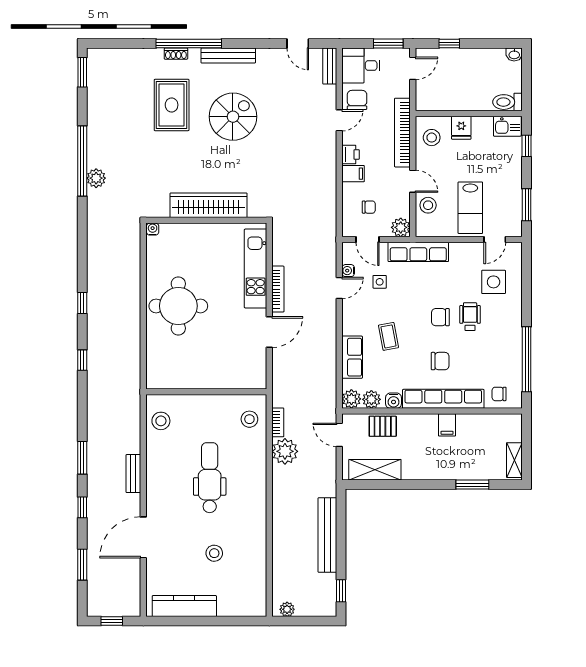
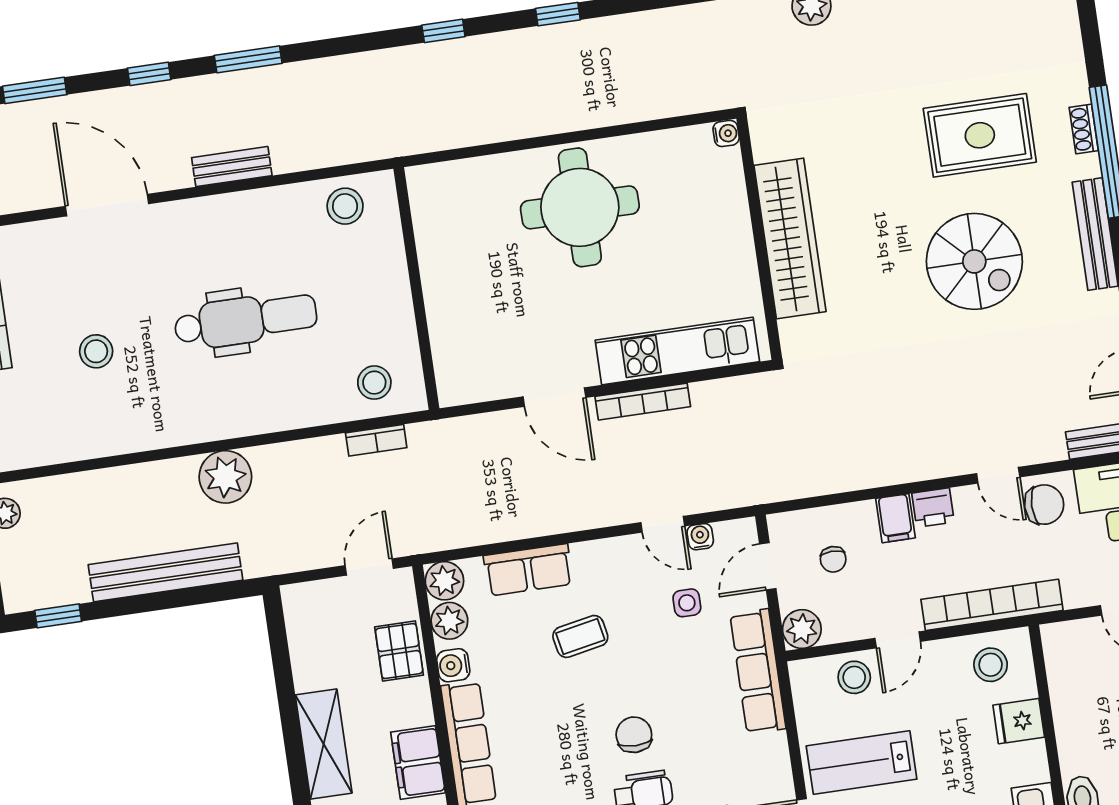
chair: (440, 361) -> (546, 747), removed
filing cabinet: (447, 425) -> (418, 762), width x2.00
plant: (285, 451) -> (225, 477), moved
shelving: (375, 470) -> (324, 744), moved

